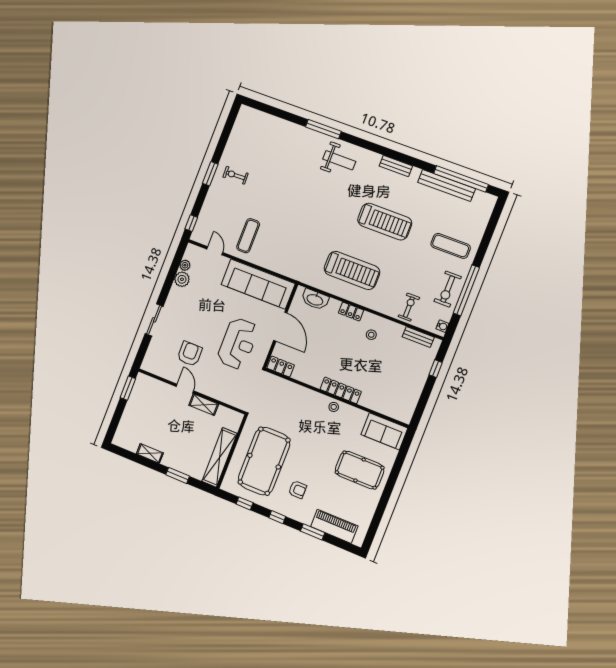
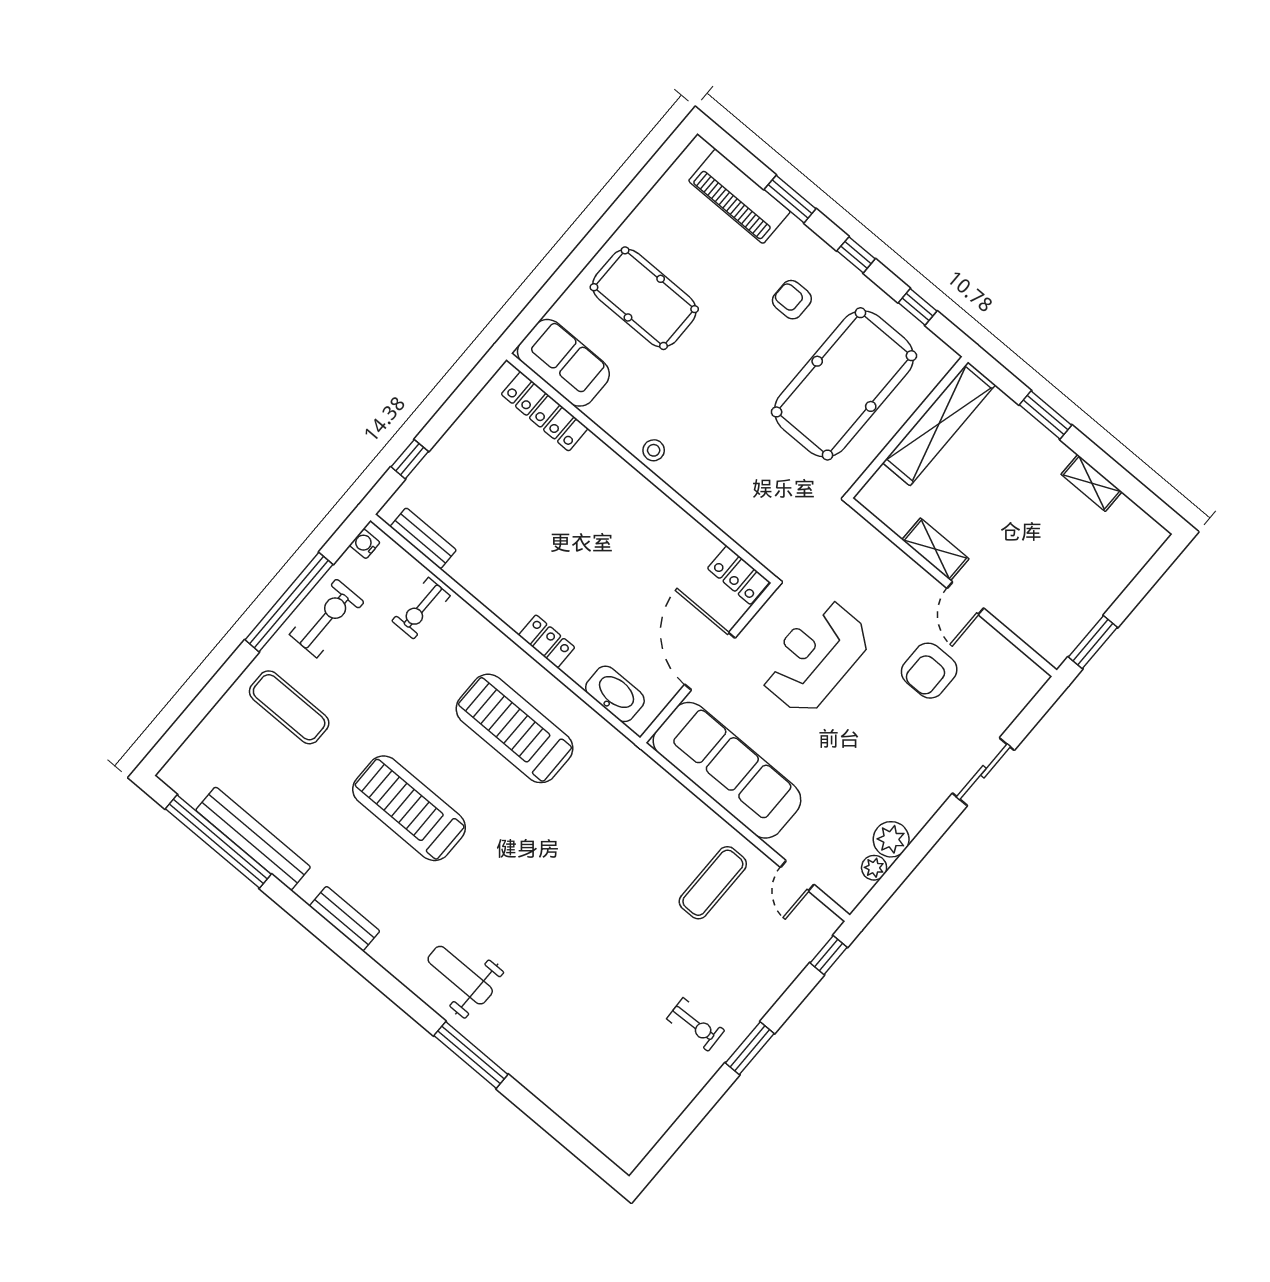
stool: (371, 335) -> (521, 577), removed
locker: (341, 390) -> (545, 411), moved

